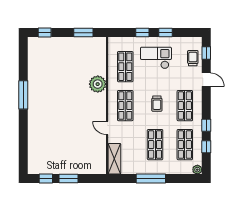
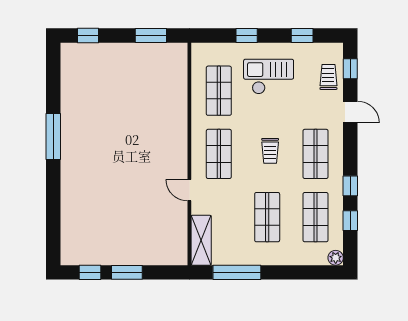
window: (166, 33) -> (302, 36), moved
plant: (98, 84) -> (174, 119), removed
window: (151, 179) -> (237, 272), moved

